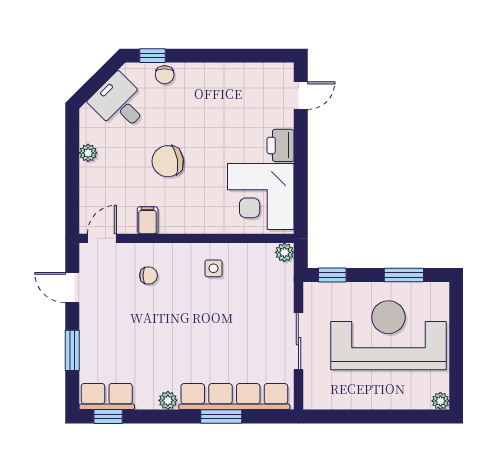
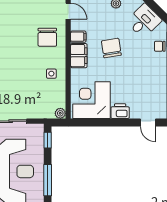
filing cabinet: (181, 219) -> (79, 56), added
window: (404, 275) -> (48, 180), width x1.44
chair: (149, 276) -> (47, 37), width x1.87, depth x1.87

